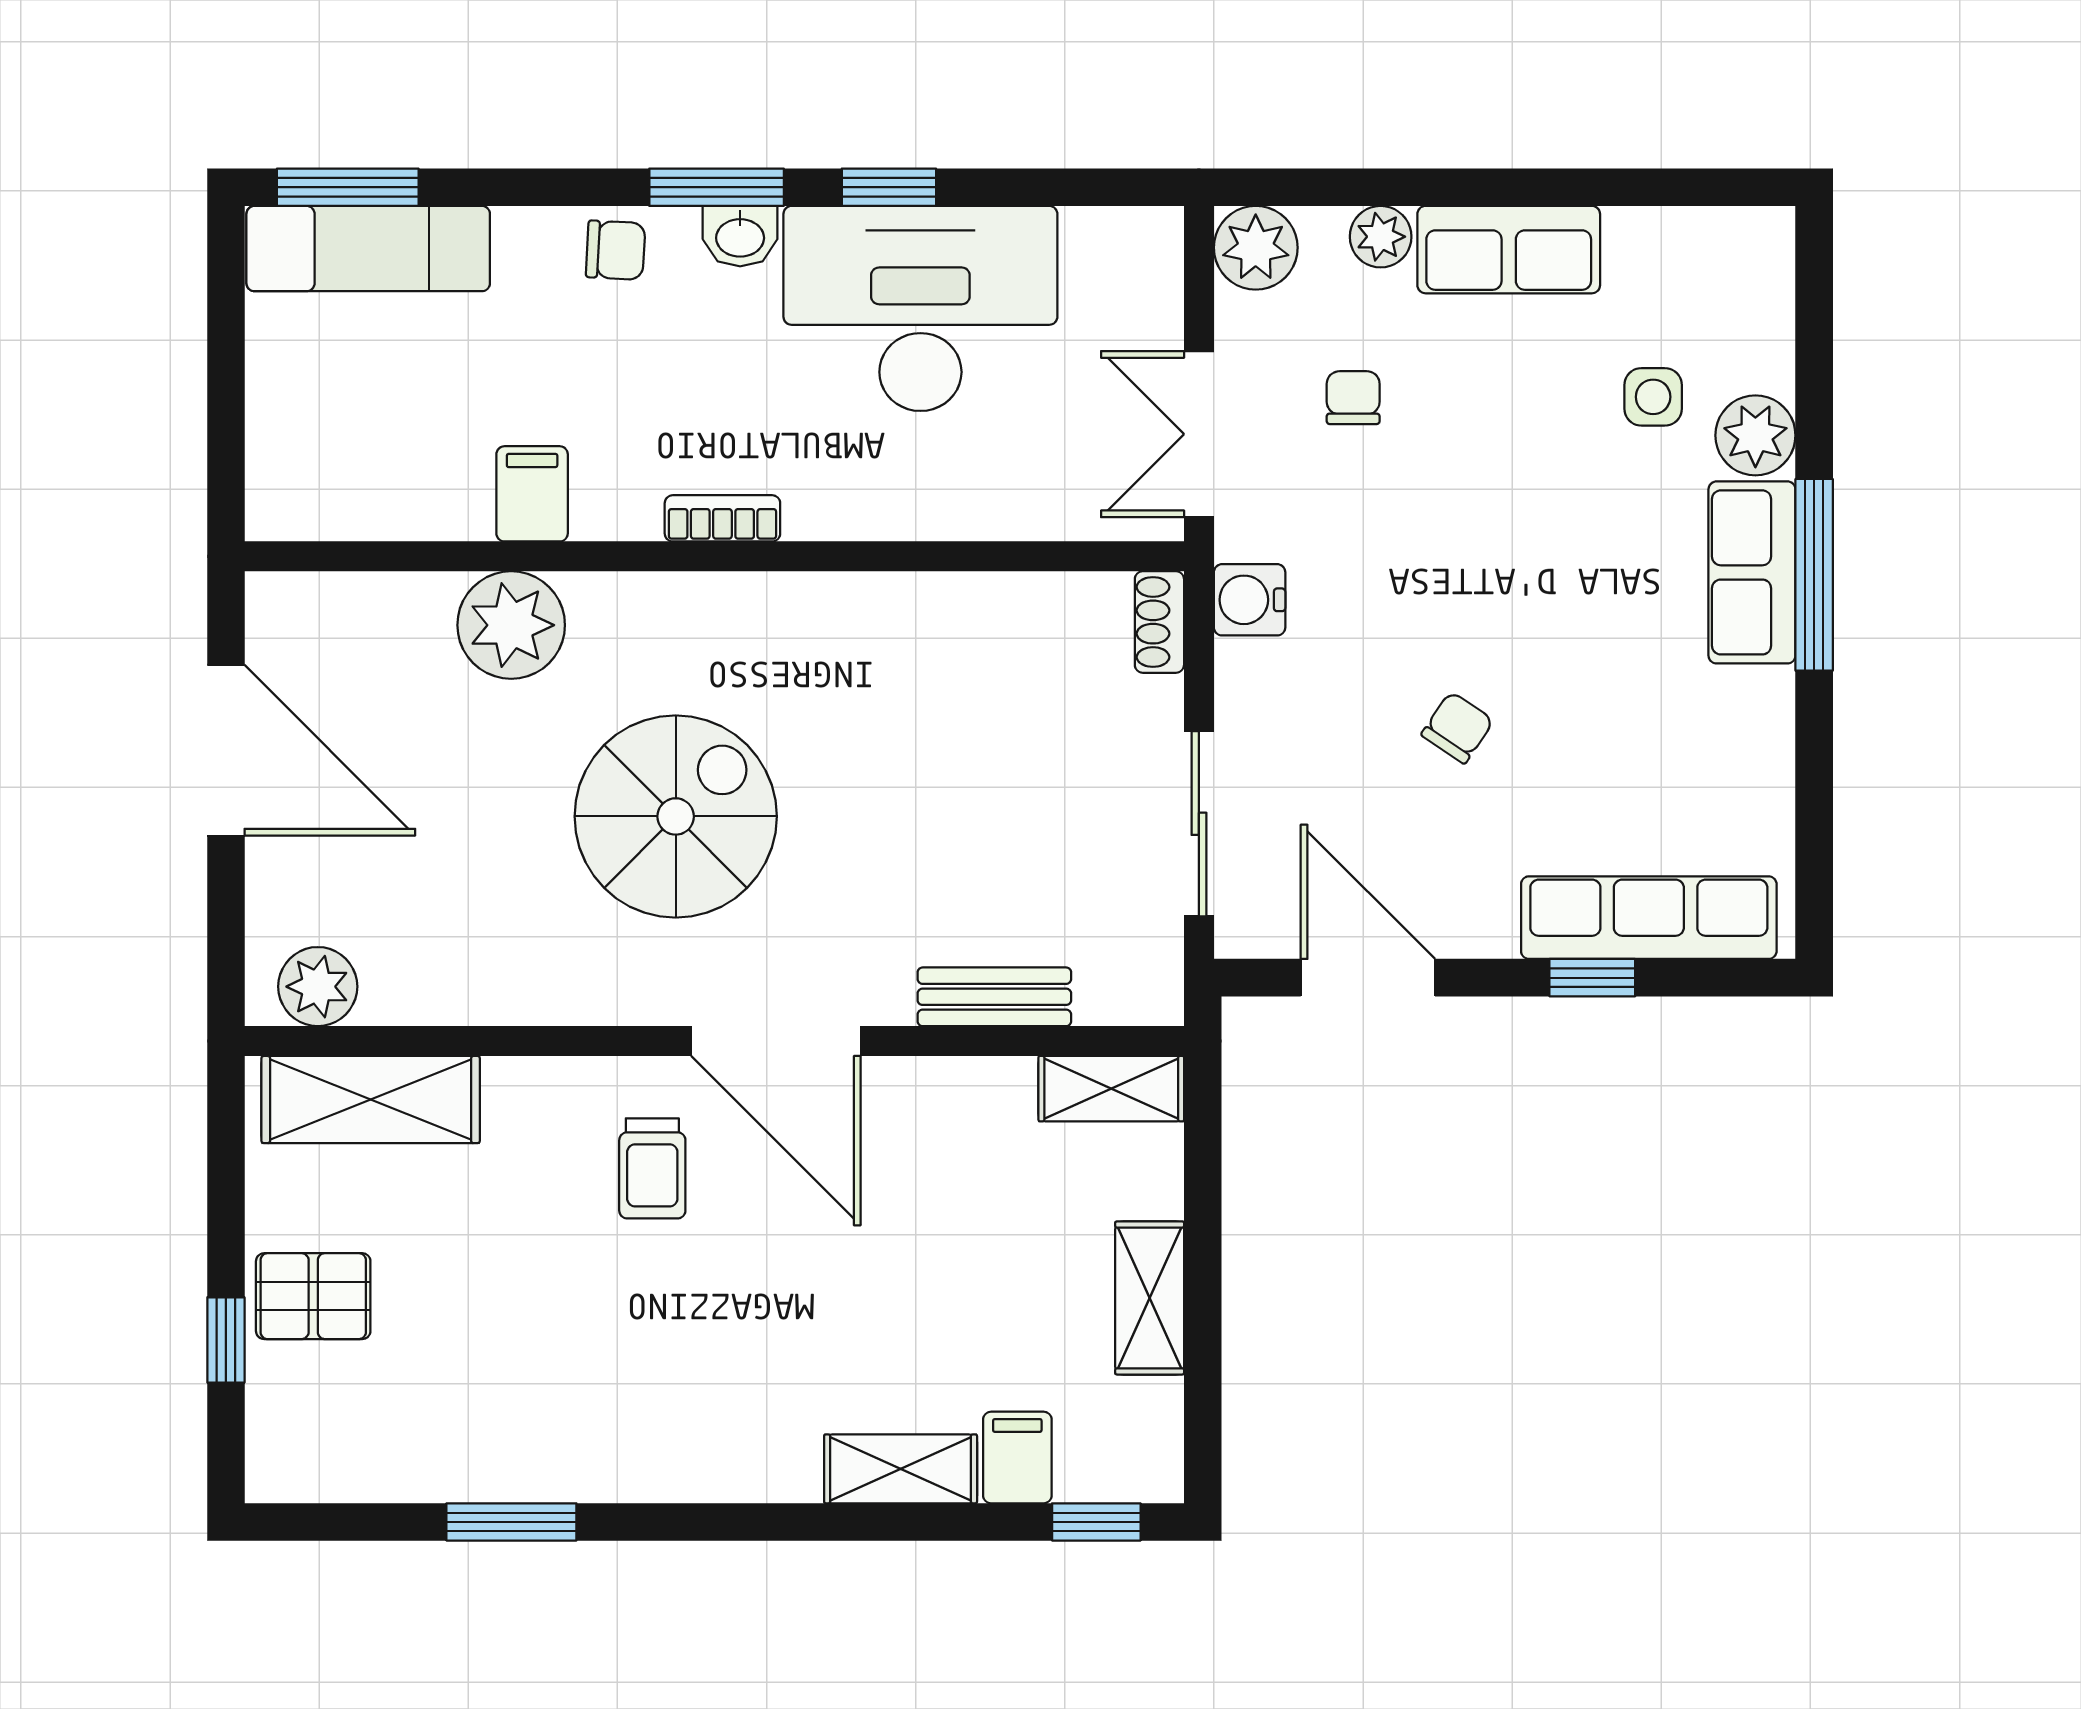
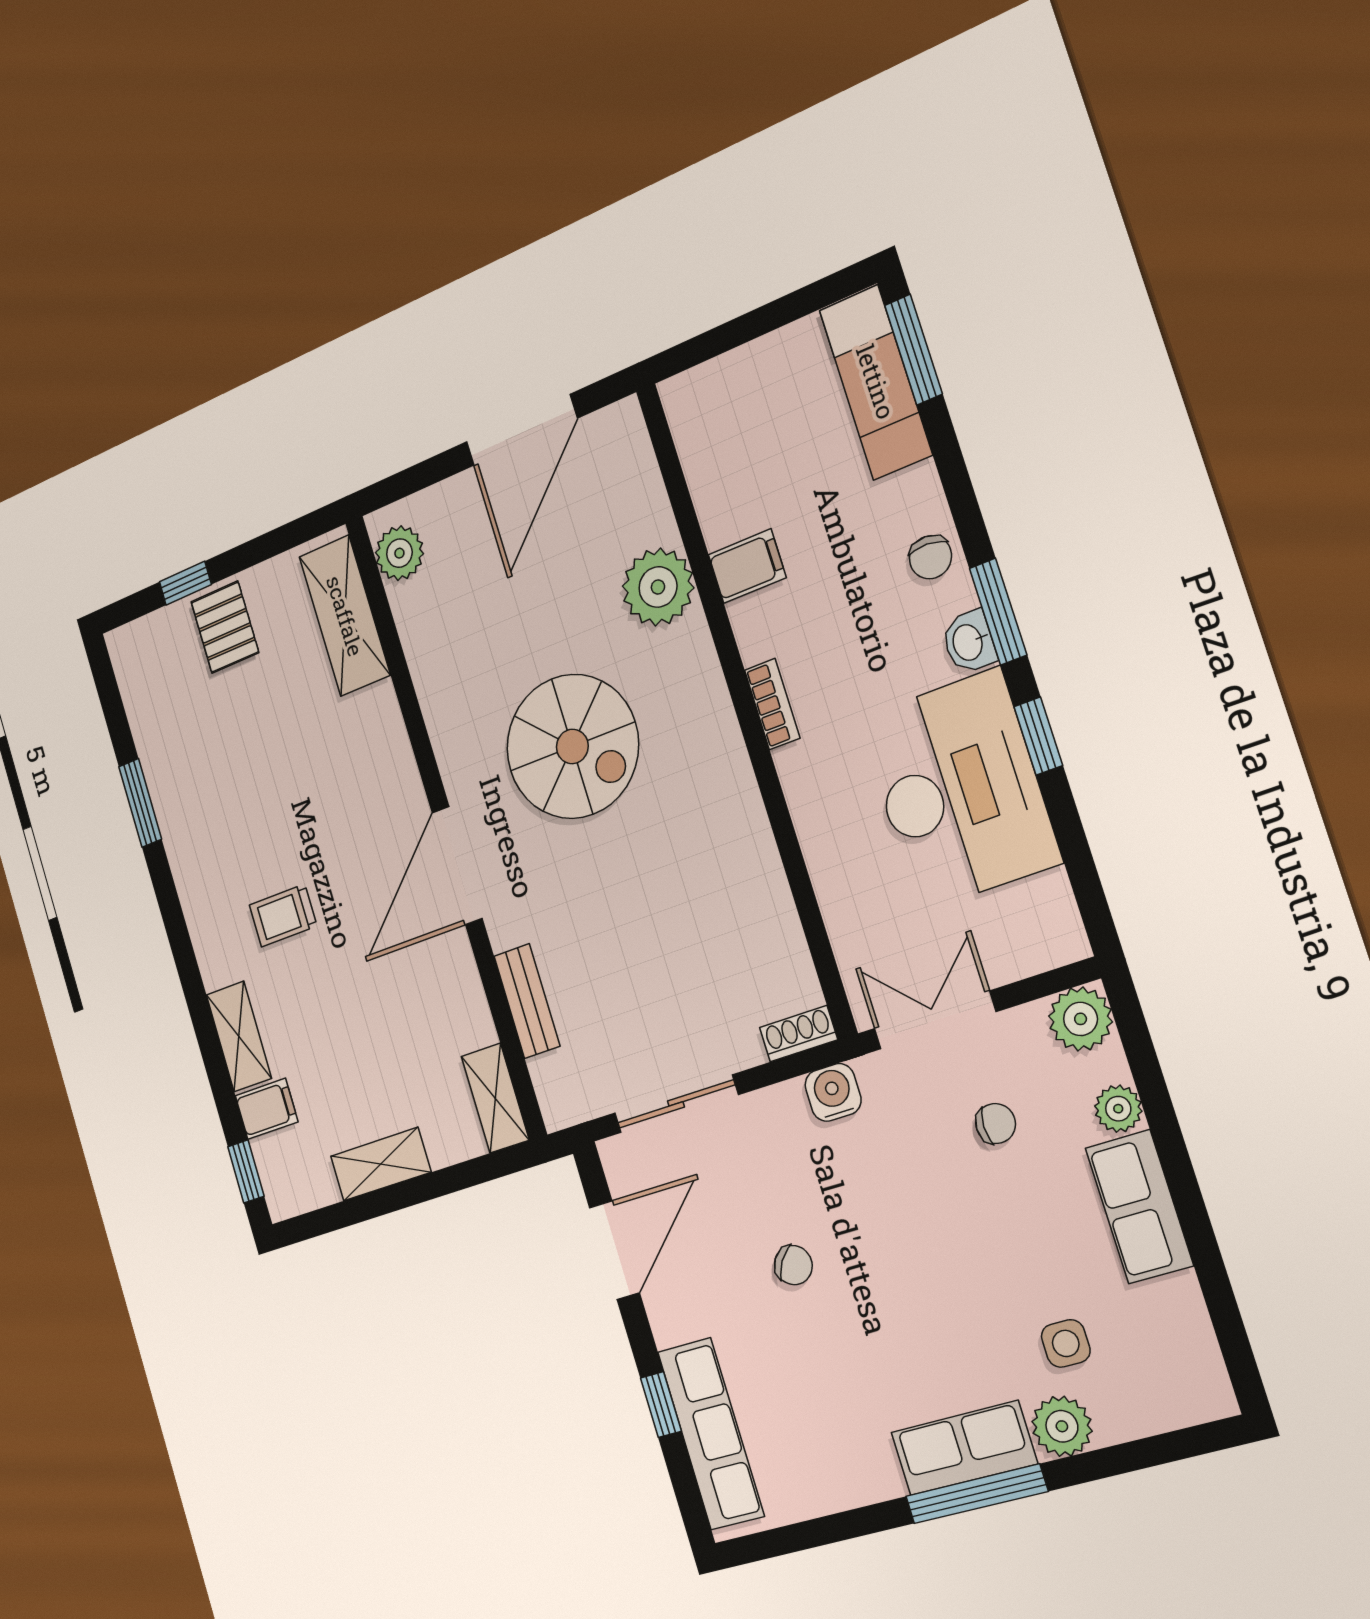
trolley: (652, 1168) -> (283, 916), moved

